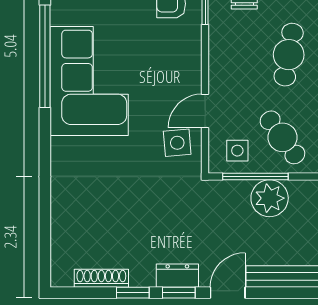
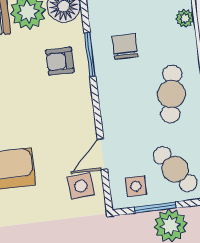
window: (255, 177) -> (155, 208), width x0.69

